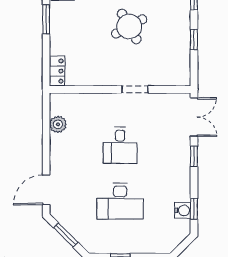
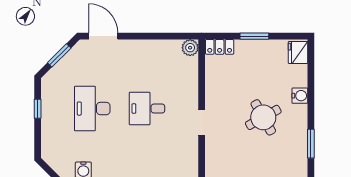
window: (46, 19) -> (254, 36), moved
plant: (58, 124) -> (190, 48), moved

